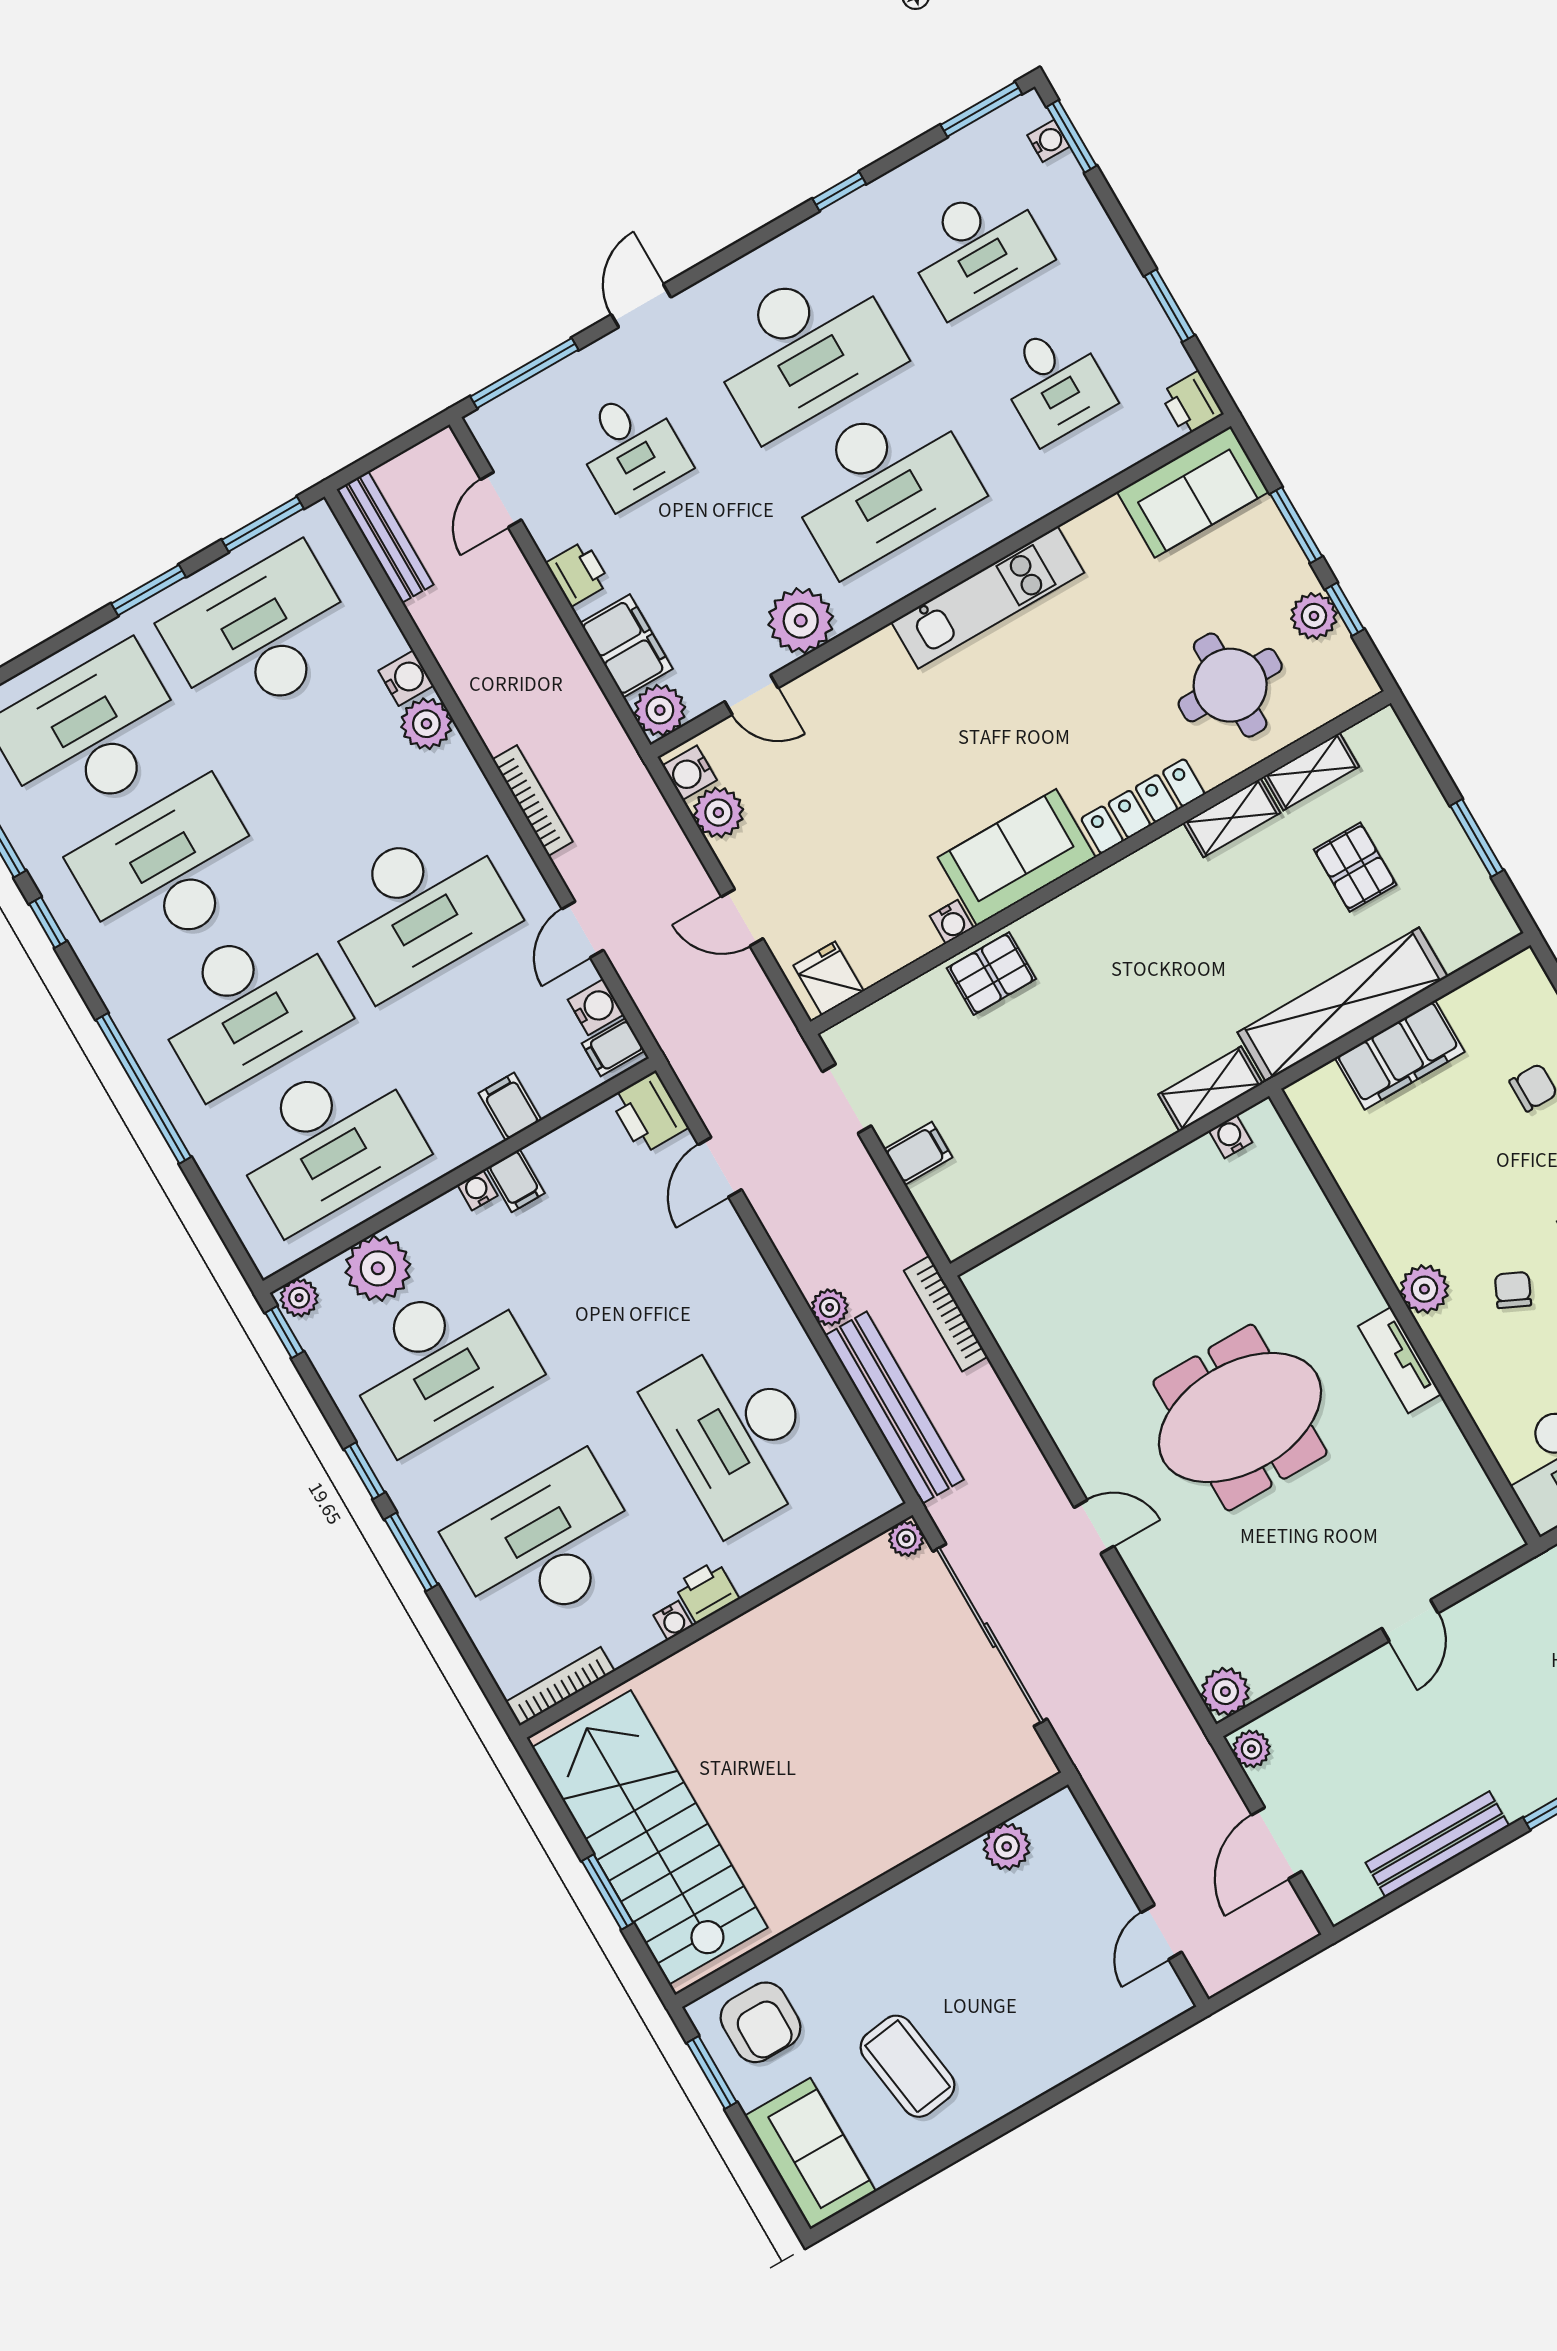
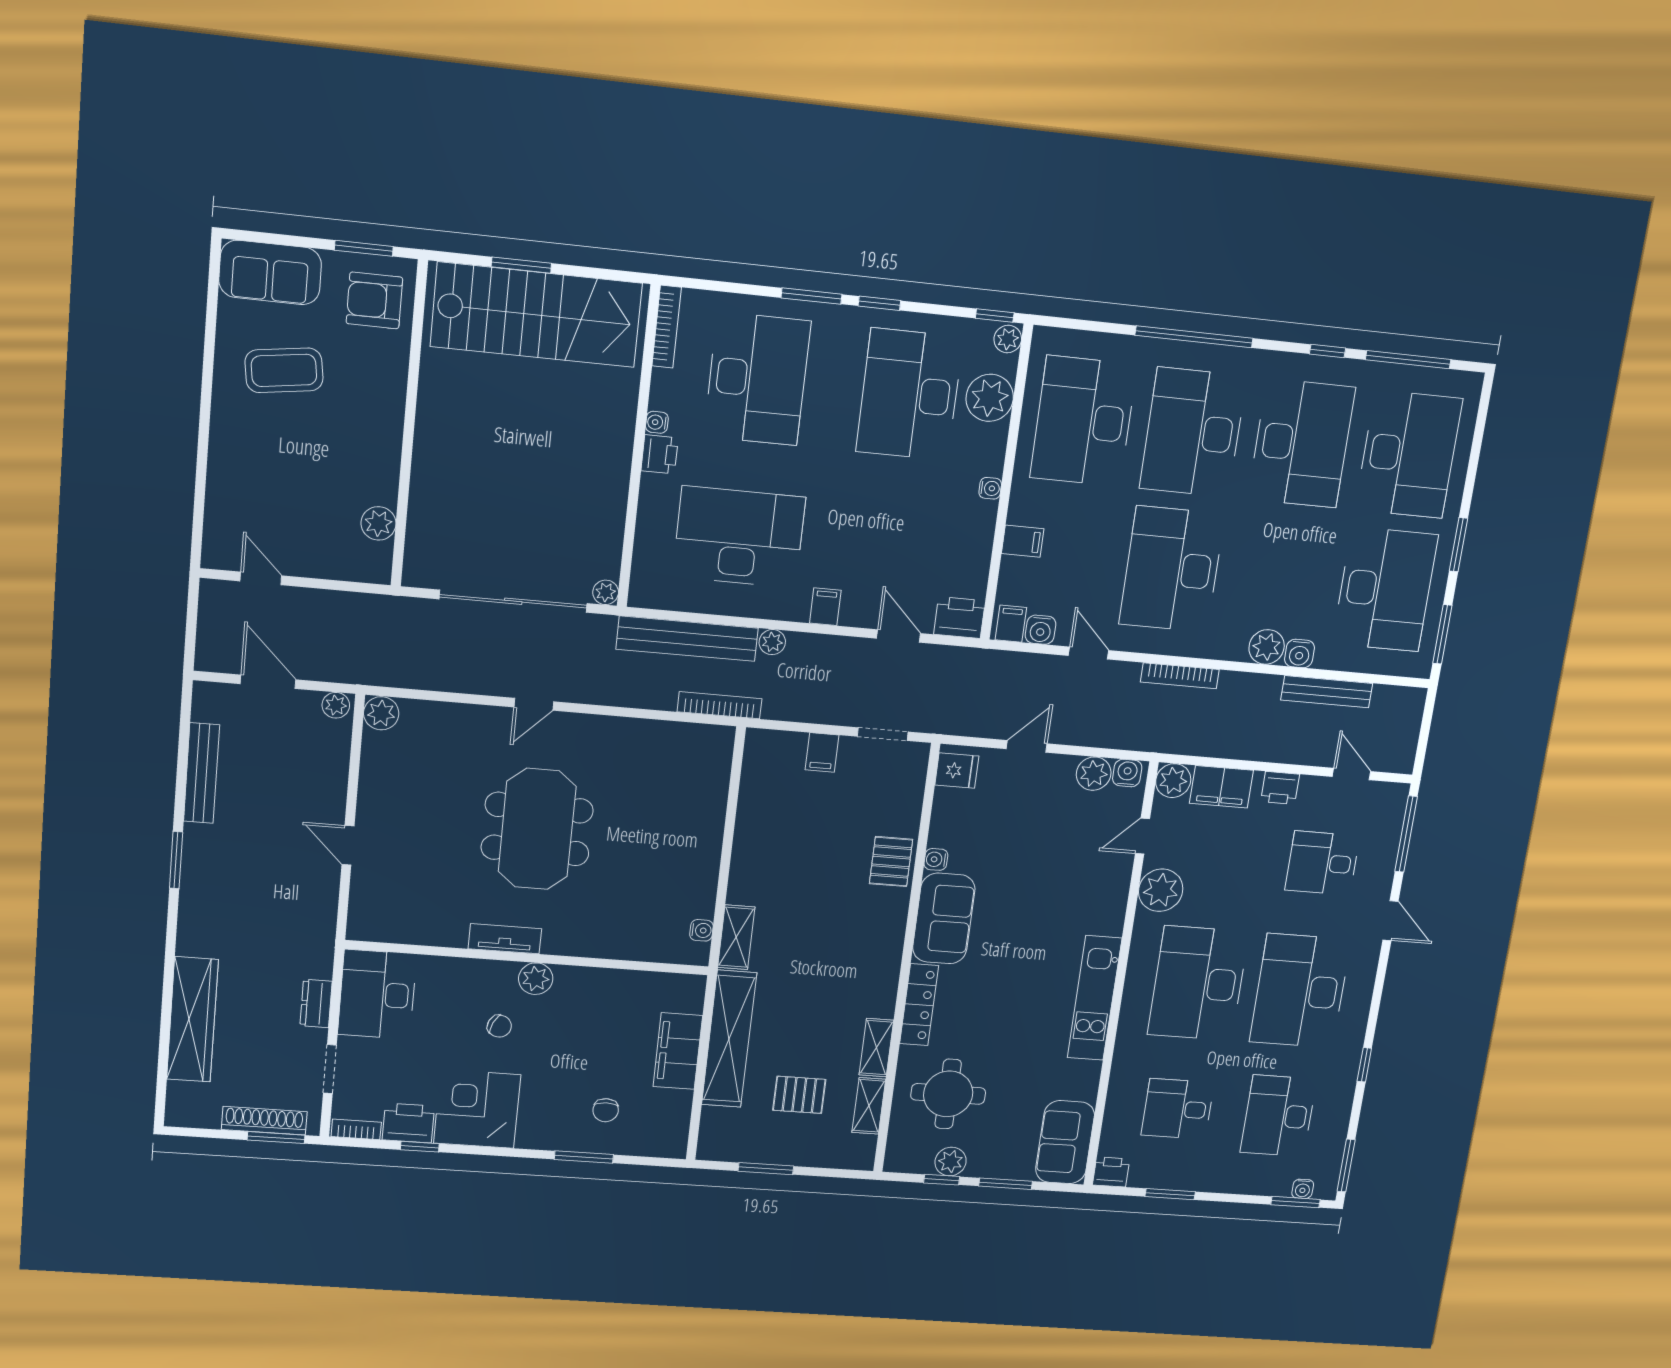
bench: (385, 537) -> (1327, 692), moved
filing cabinet: (515, 1180) -> (825, 607), moved, turned 90

